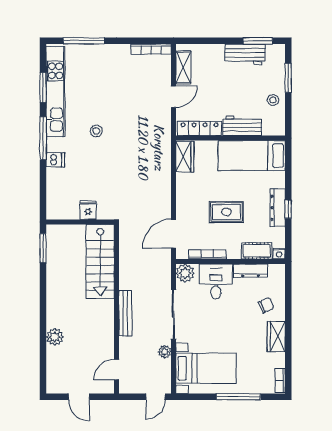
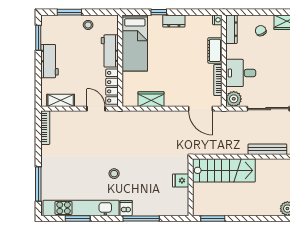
workbench: (245, 54) -> (50, 61), moved
door: (174, 97) -> (96, 109), moved
window: (43, 138) -> (141, 218), moved
wardrobe: (185, 157) -> (151, 99), moved
dishwasher: (55, 160) -> (126, 208), moved
dresser: (278, 208) -> (174, 21), width x0.70
window: (288, 209) -> (159, 12), moved
rug: (226, 212) -> (182, 64), removed
cot: (257, 251) -> (215, 50), moved
dresser: (251, 271) -> (232, 29), moved

